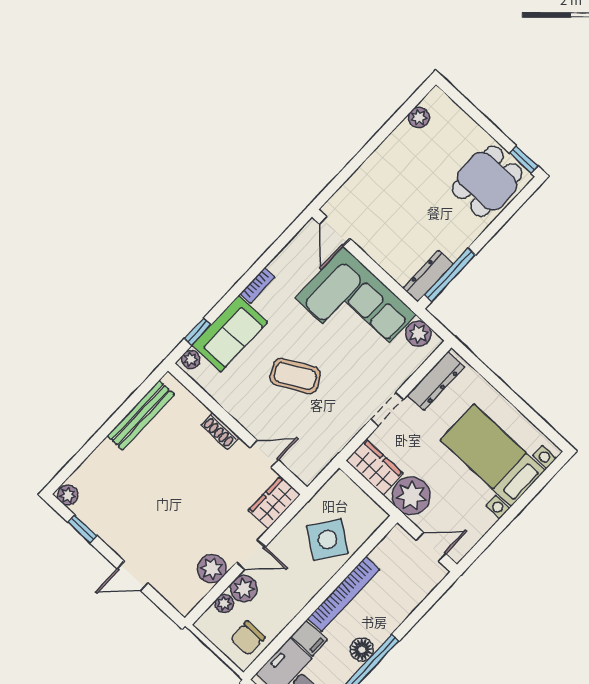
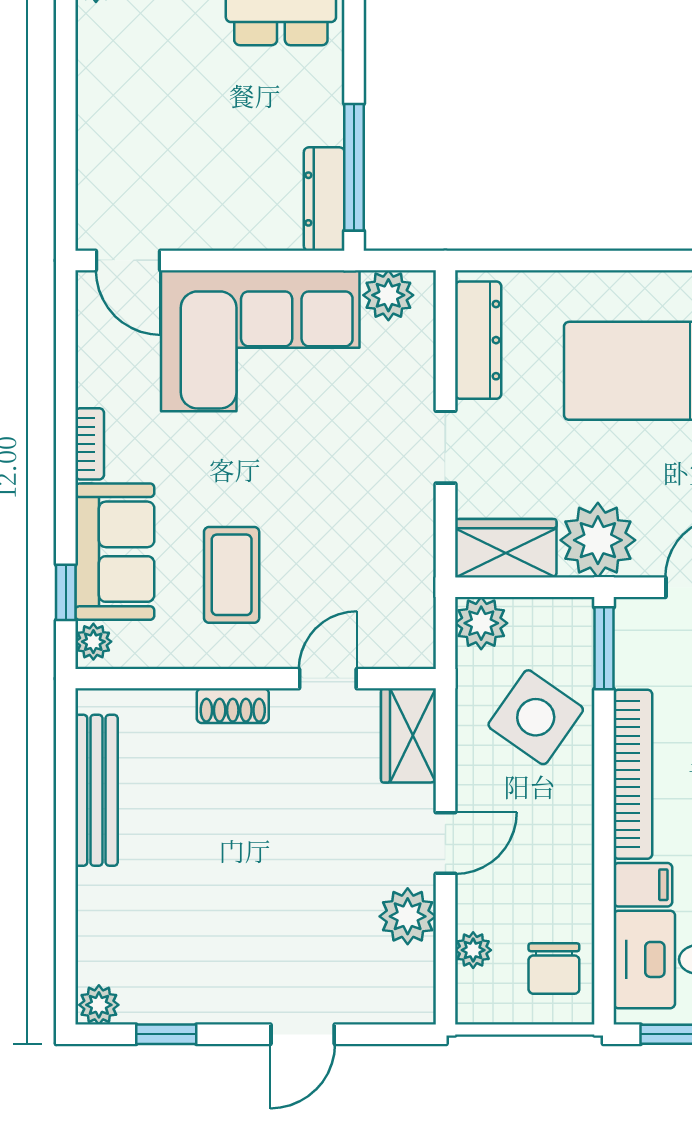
coffee table: (295, 376) -> (232, 575), moved, turned -62
window: (376, 538) -> (604, 648), added
plant: (244, 589) -> (481, 623), moved

